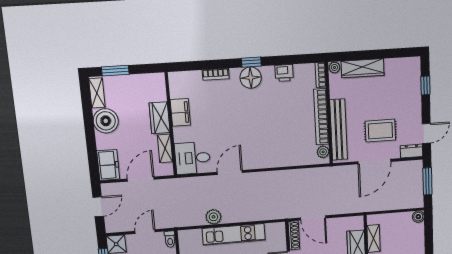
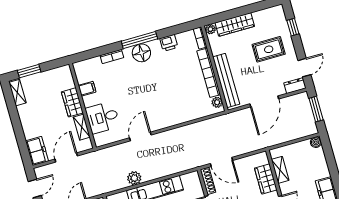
window: (251, 62) -> (139, 40), width x2.17
filing cabinet: (180, 112) -> (87, 89), width x0.50
boiler: (106, 121) -> (29, 114), removed
rug: (380, 131) -> (269, 49), moved
desk: (193, 158) -> (103, 117), moved

